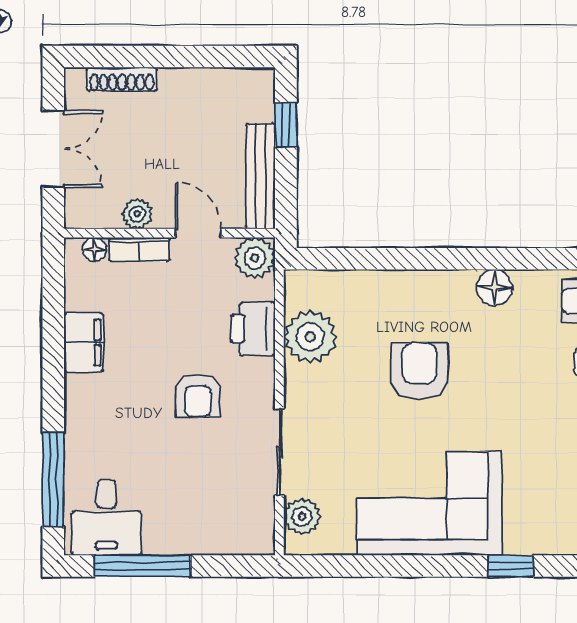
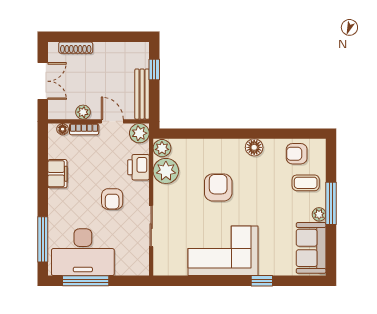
plant: (302, 516) -> (162, 148), moved
desk: (106, 518) -> (83, 252), width x1.87, depth x1.30

